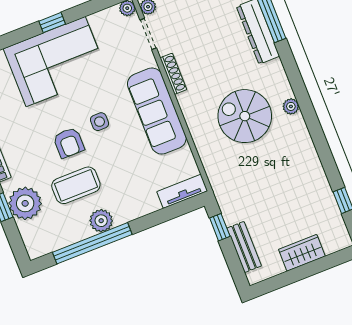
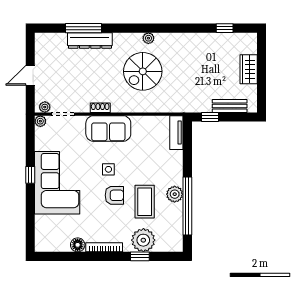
shoe rack: (173, 74) -> (100, 108), width x0.70
sofa: (157, 111) -> (108, 128), width x0.73

